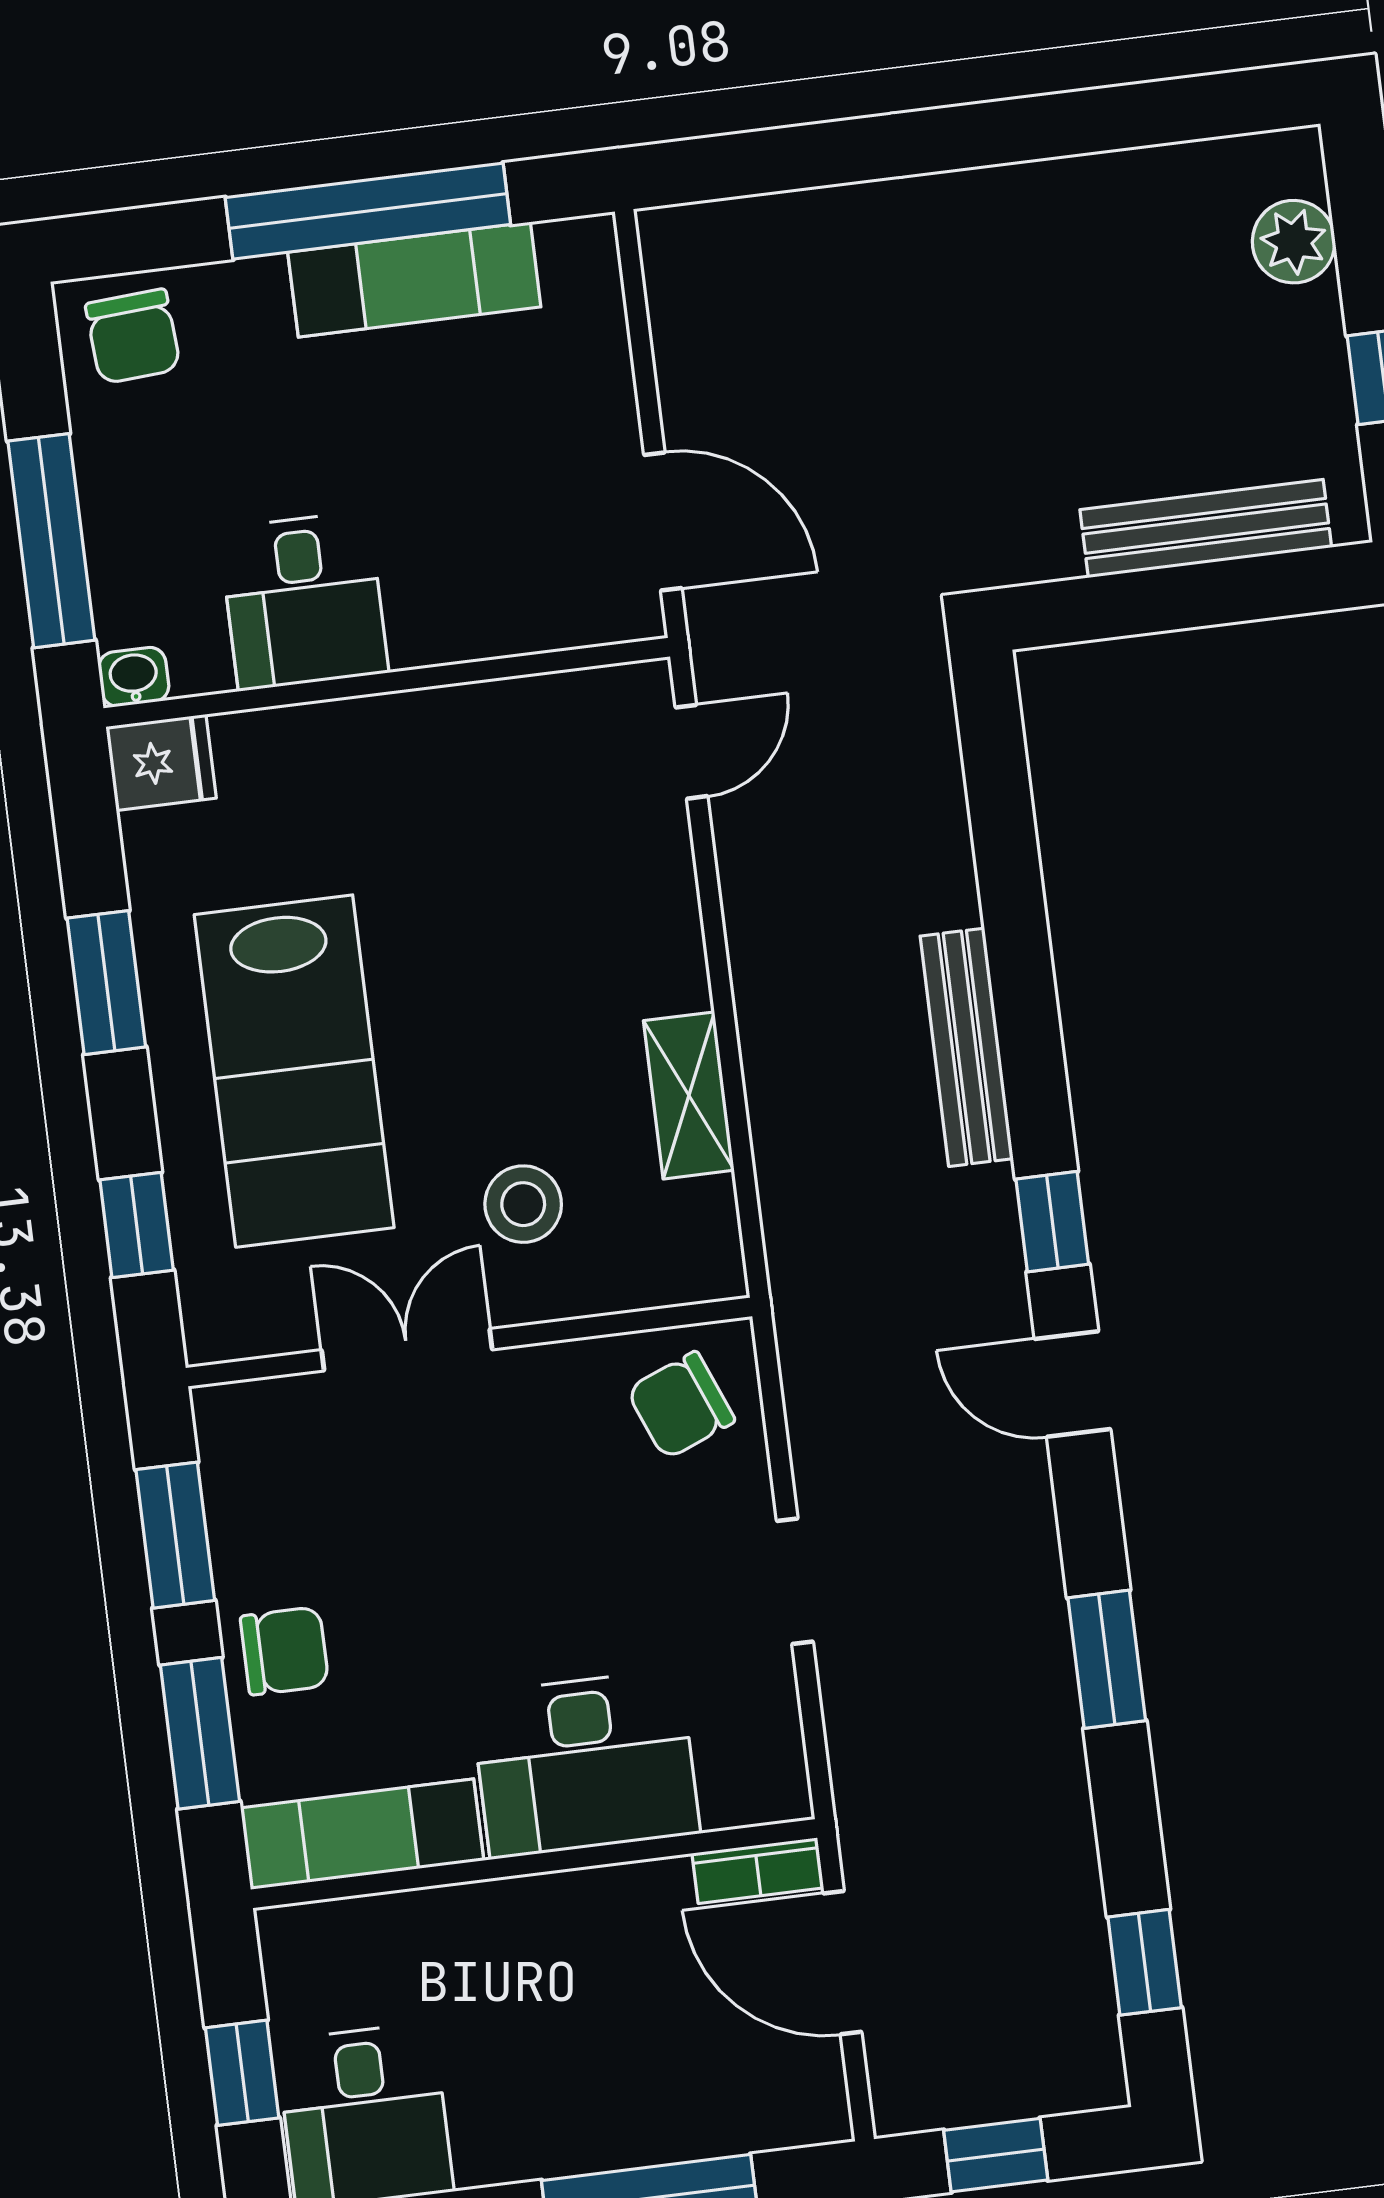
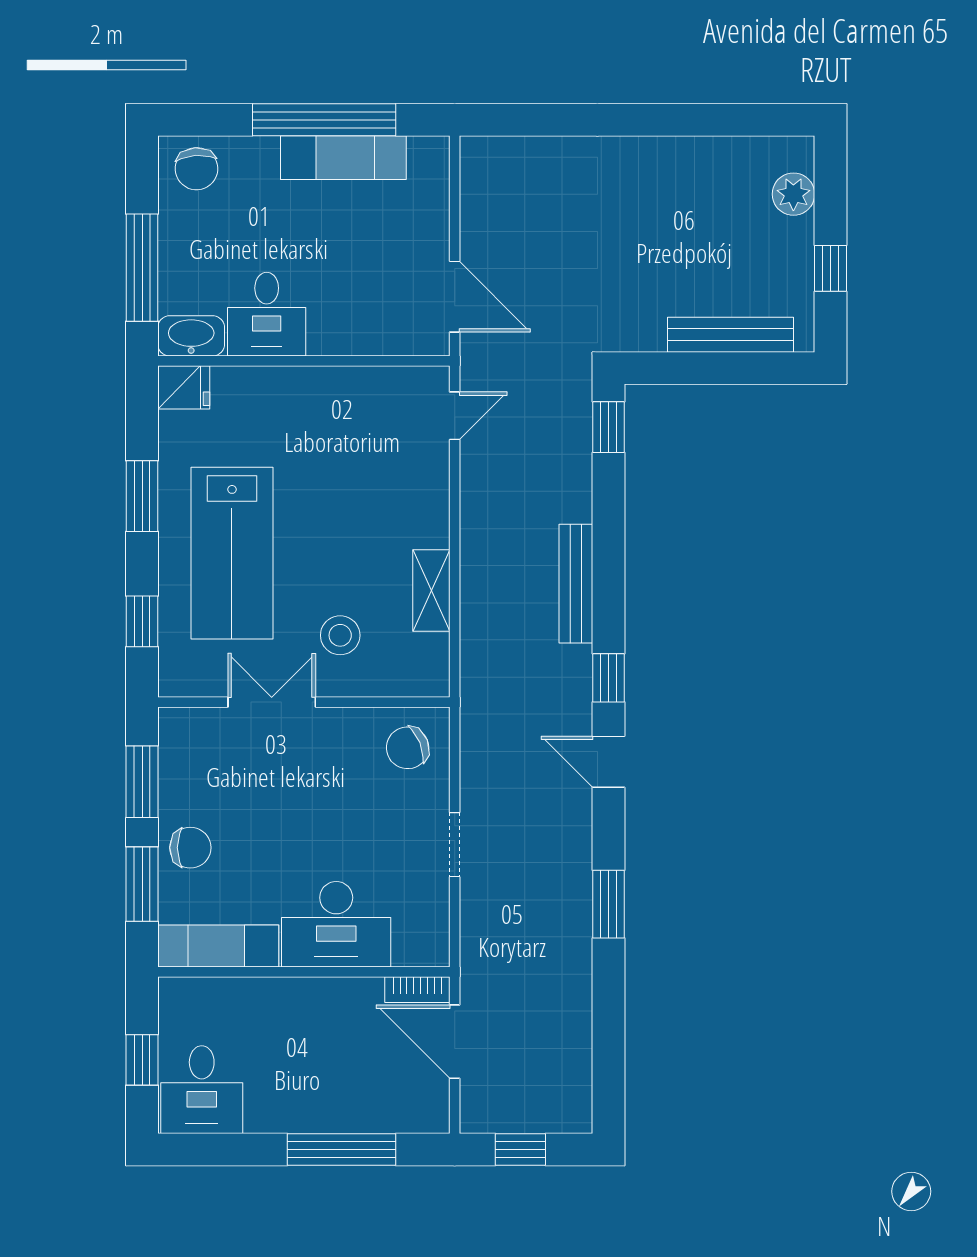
washbasin: (134, 677) -> (191, 336), width x1.91, depth x1.45
window: (1145, 1962) -> (608, 427), moved

